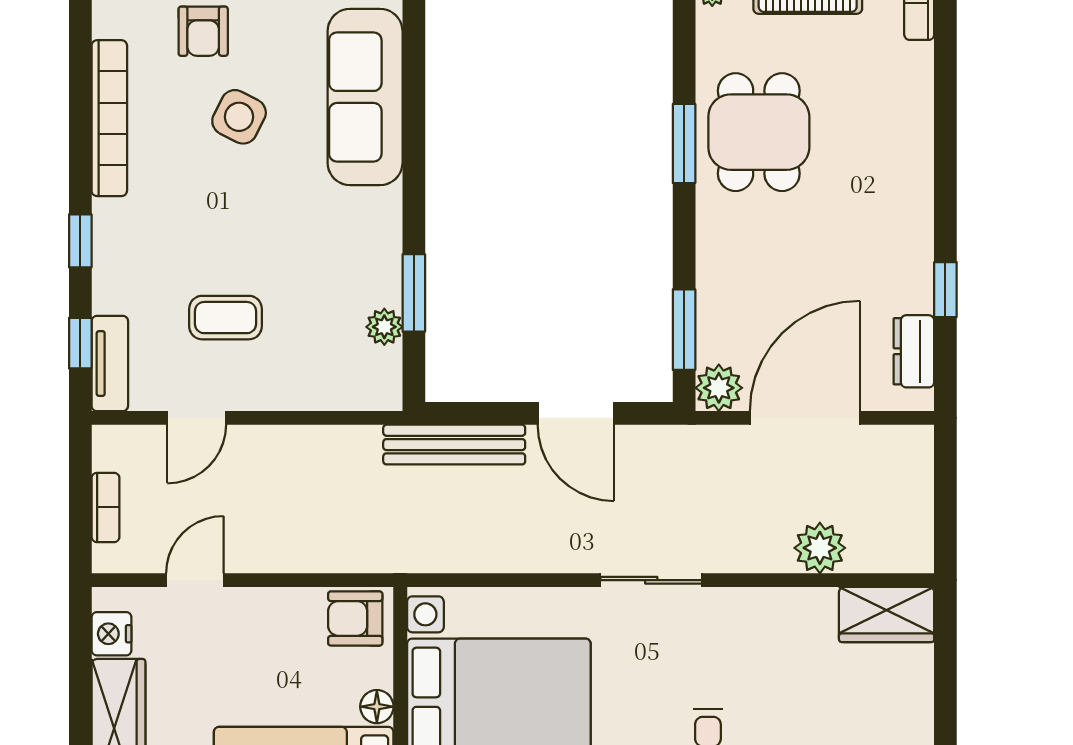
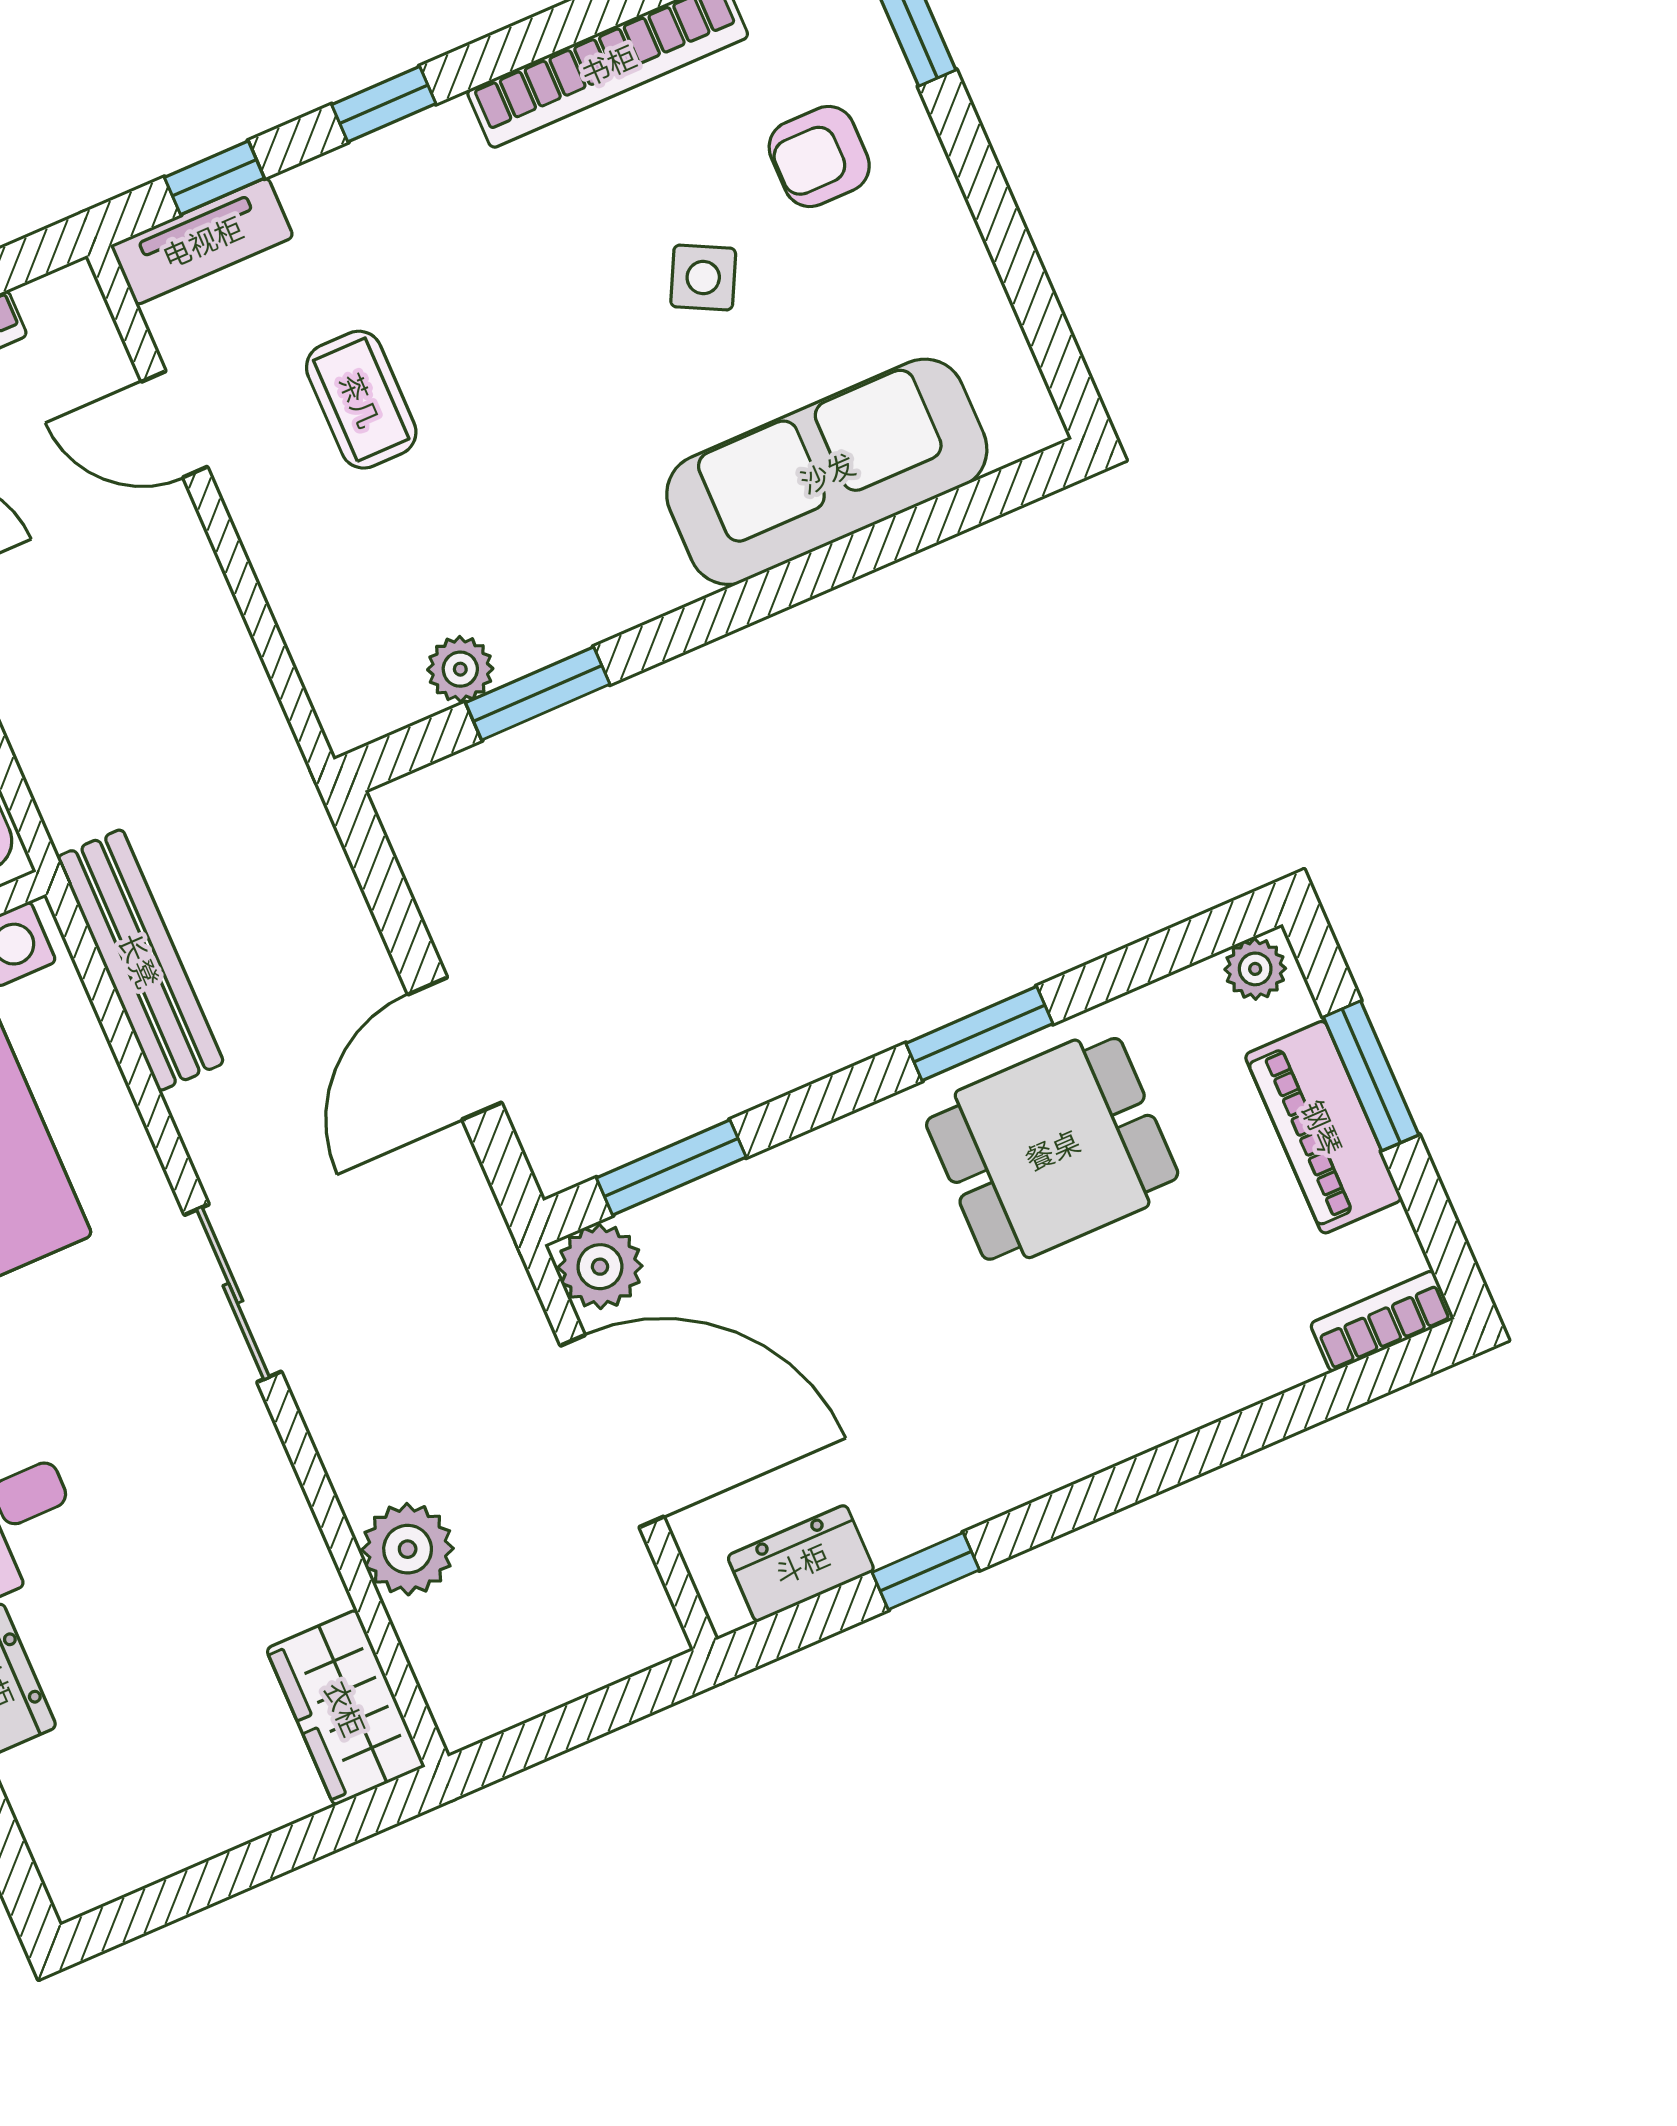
side table: (239, 117) -> (703, 278), width x0.73, depth x0.73
bench: (454, 445) -> (140, 960), moved

